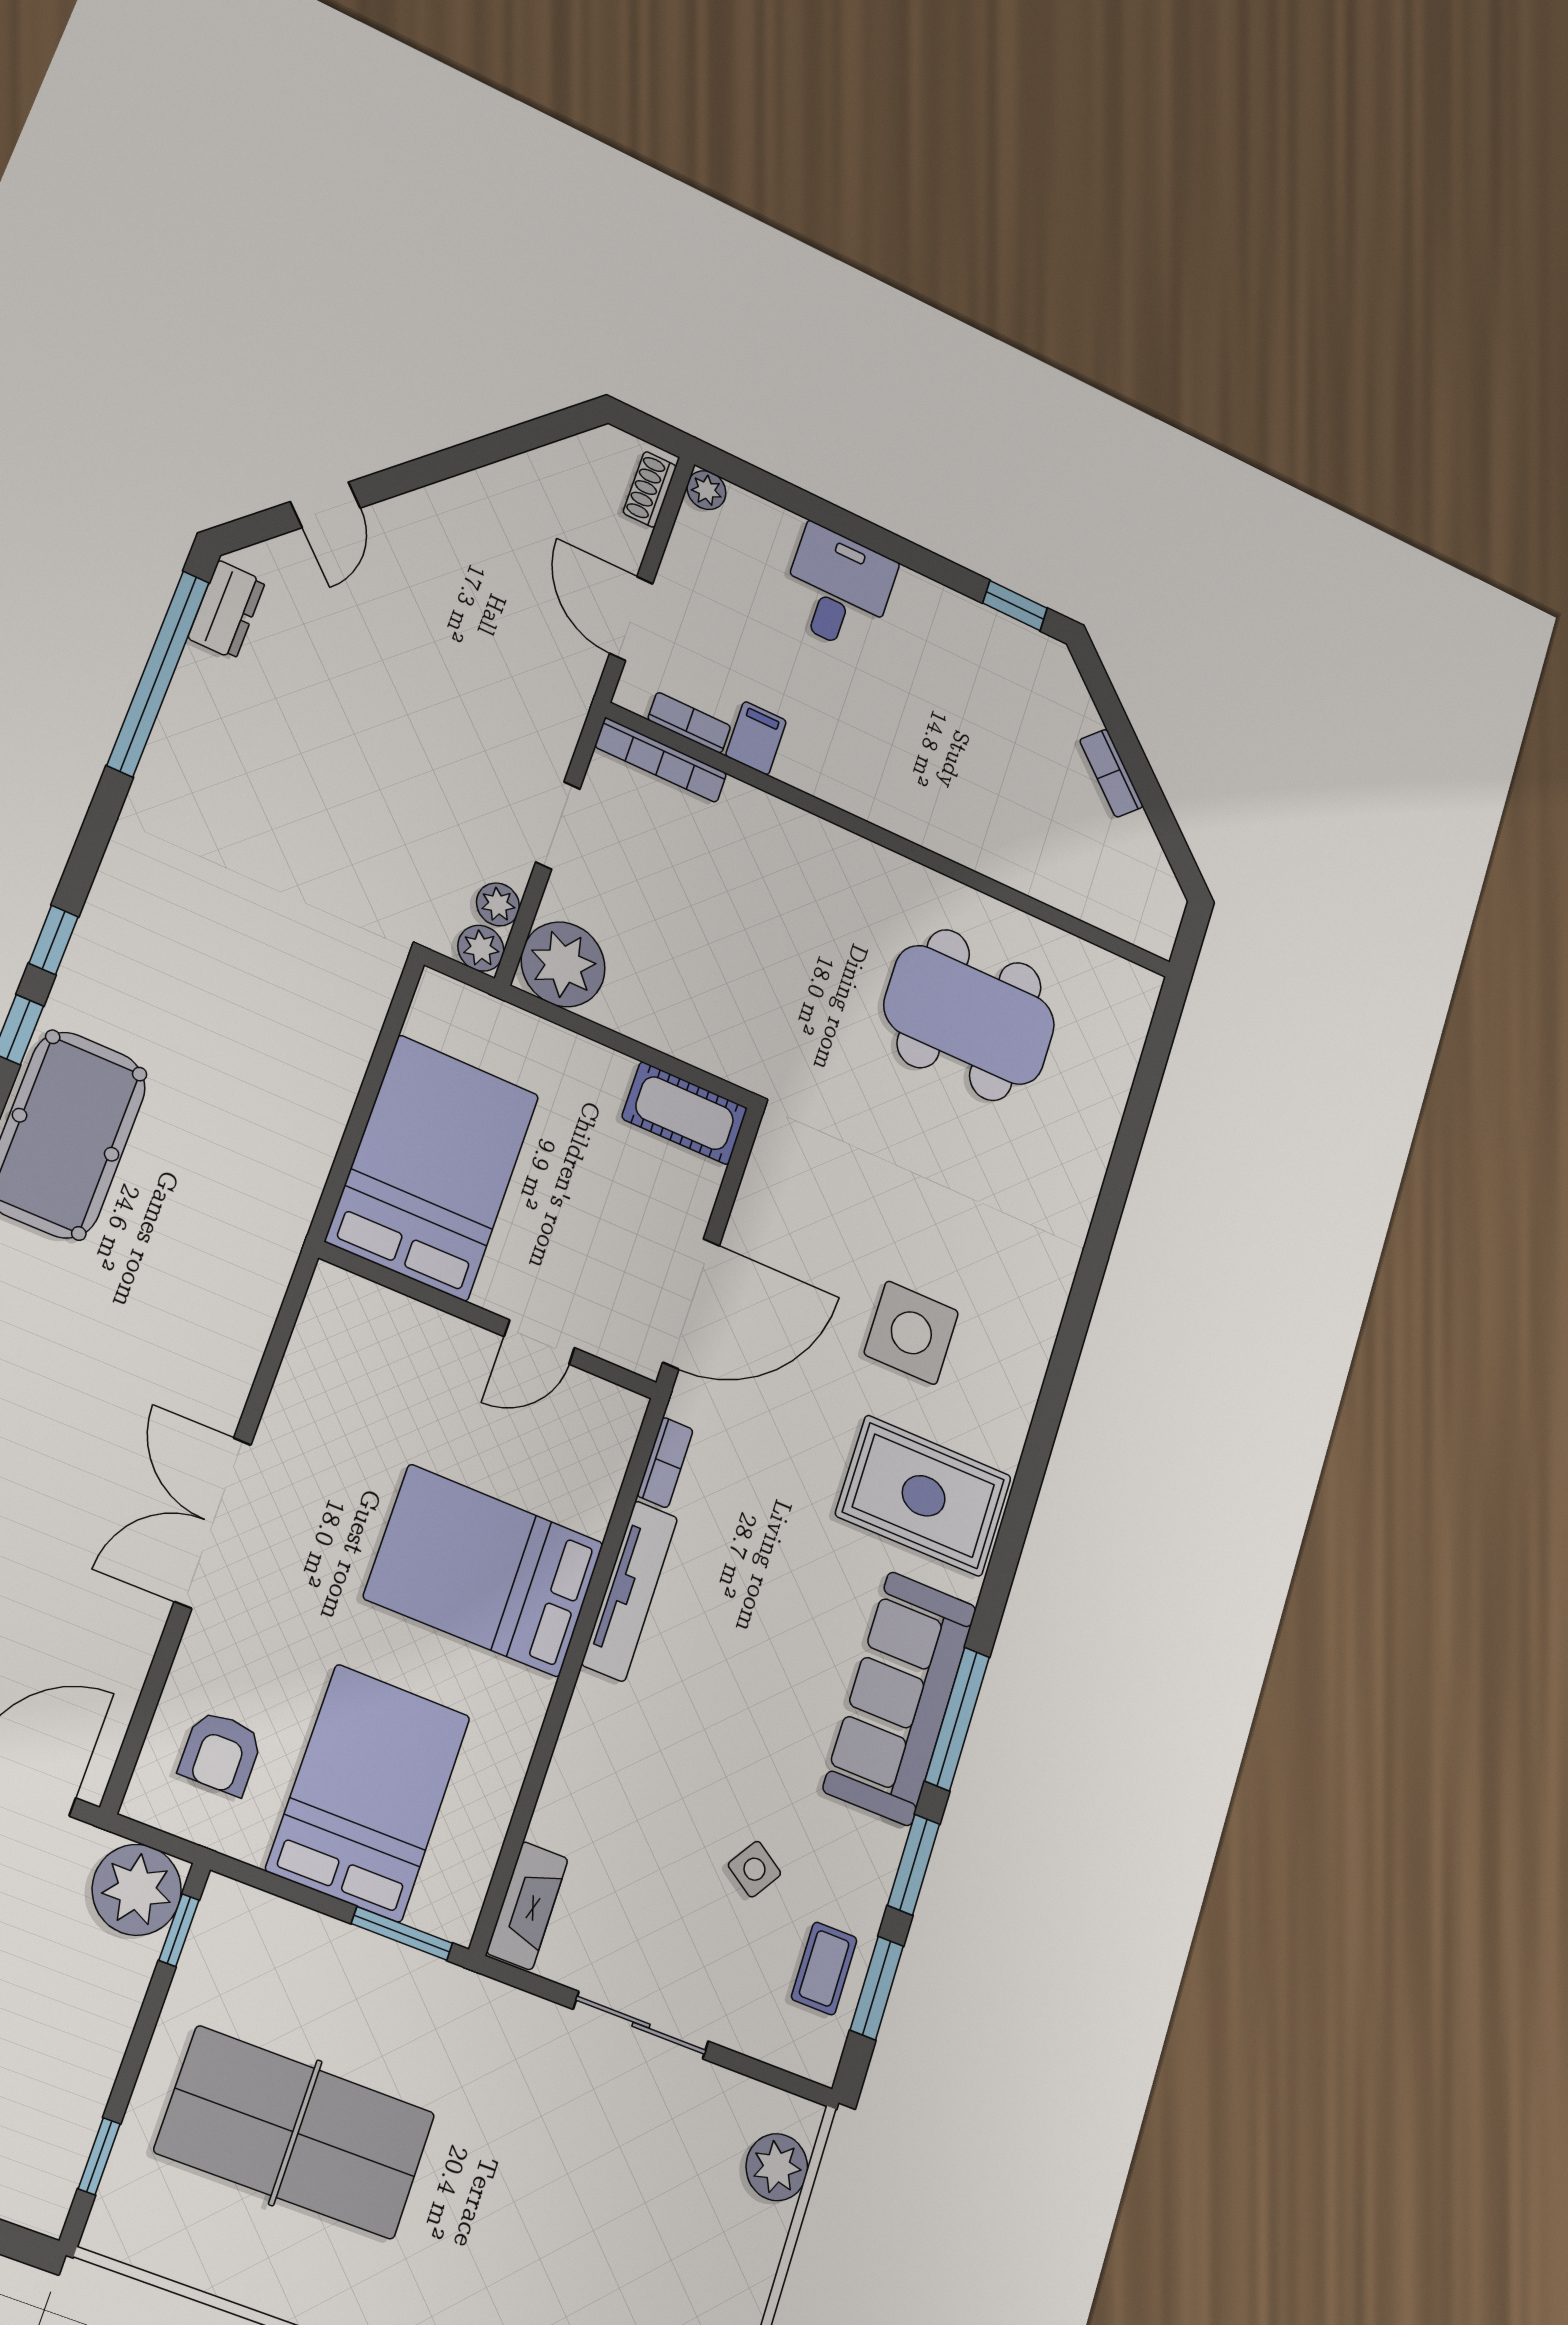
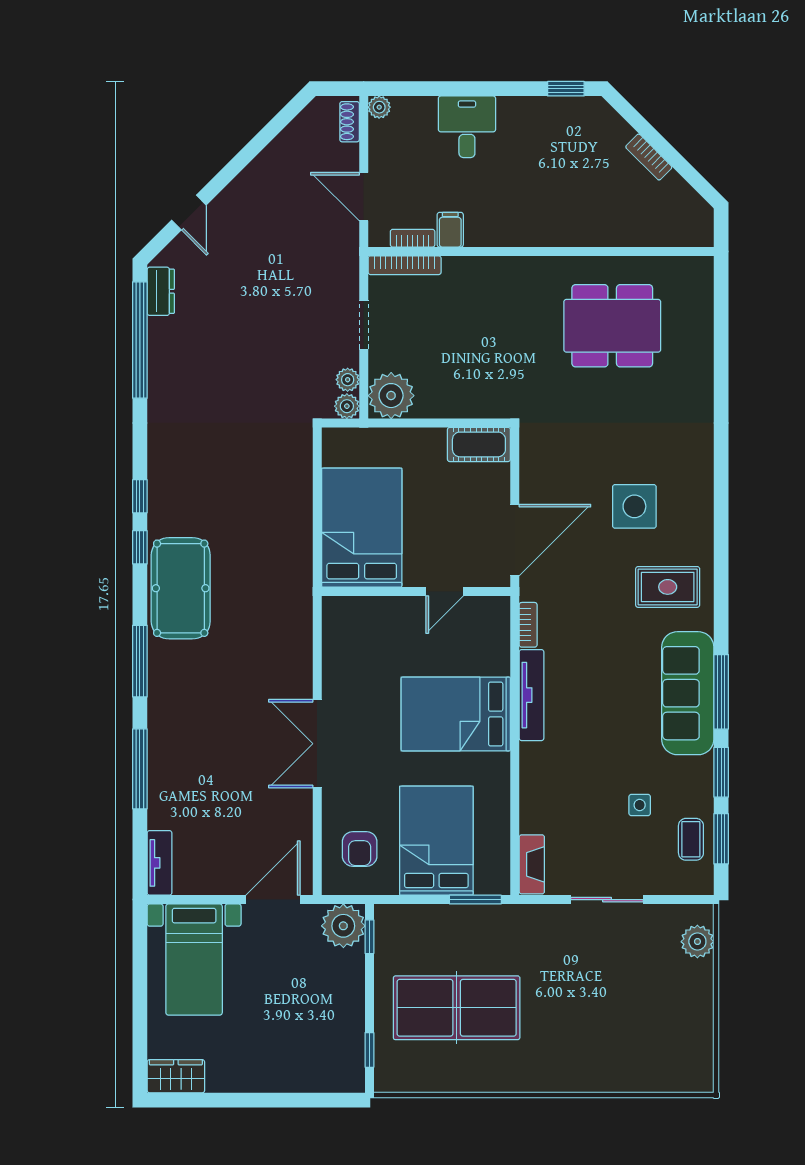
rug: (924, 1496) -> (668, 587), width x0.73, depth x0.70
side table: (754, 1869) -> (640, 805), turned -34

